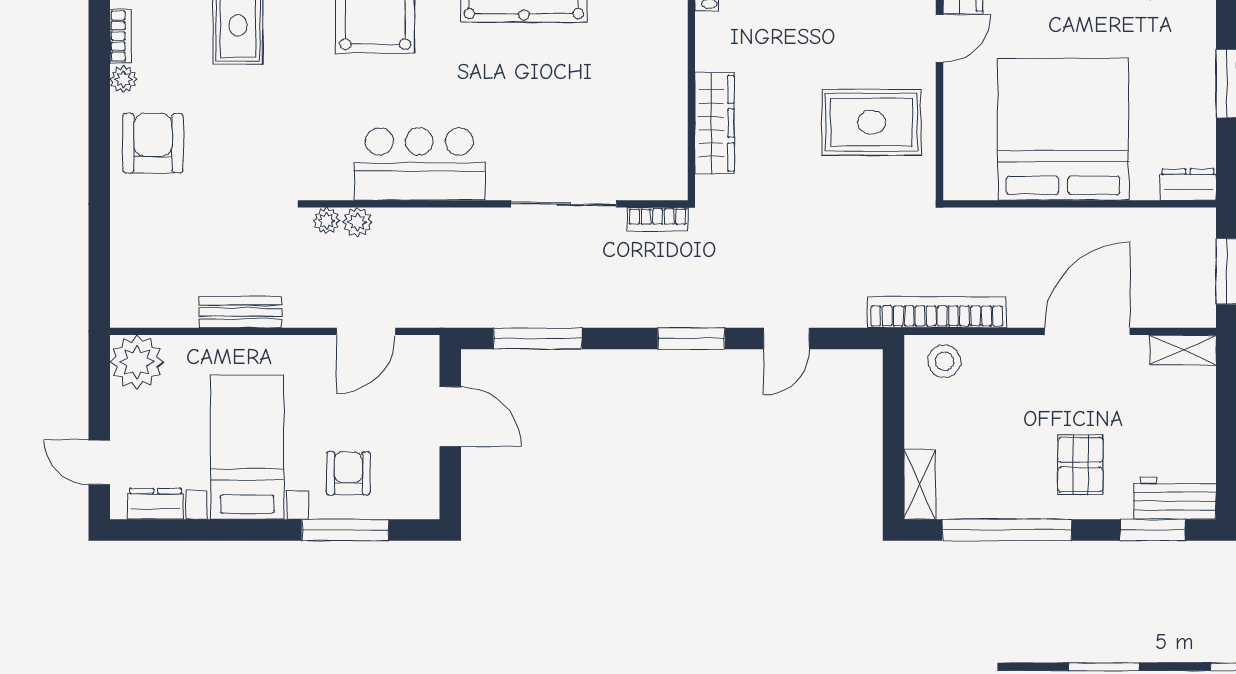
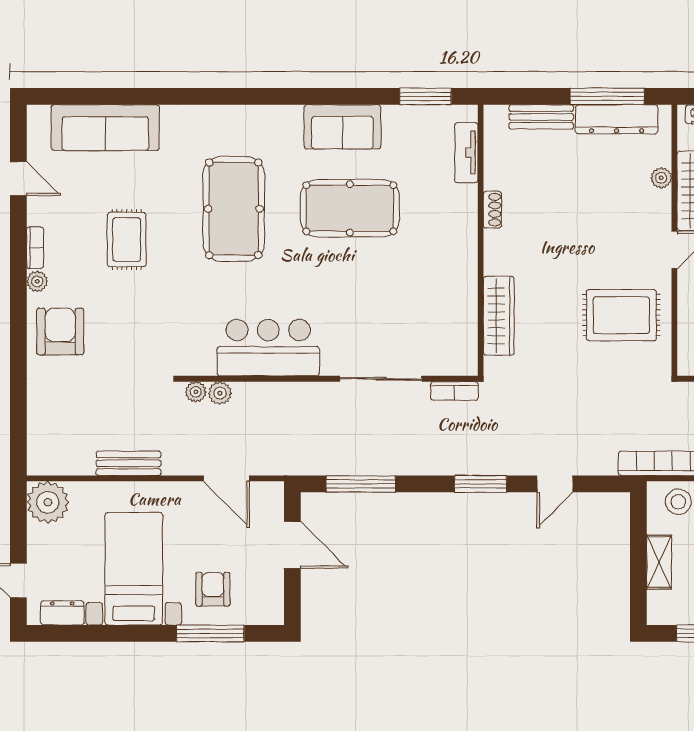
door: (366, 331) -> (226, 478), hinge flipped
shelving: (920, 484) -> (659, 562), moved

